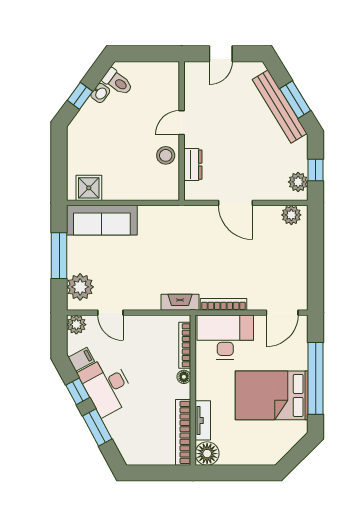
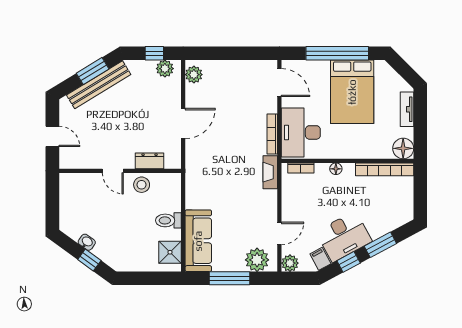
toilet: (118, 82) -> (168, 220), moved, turned -126
bookcase: (185, 345) -> (301, 168), width x0.64
tv unit: (203, 420) -> (407, 109), moved, turned -90

